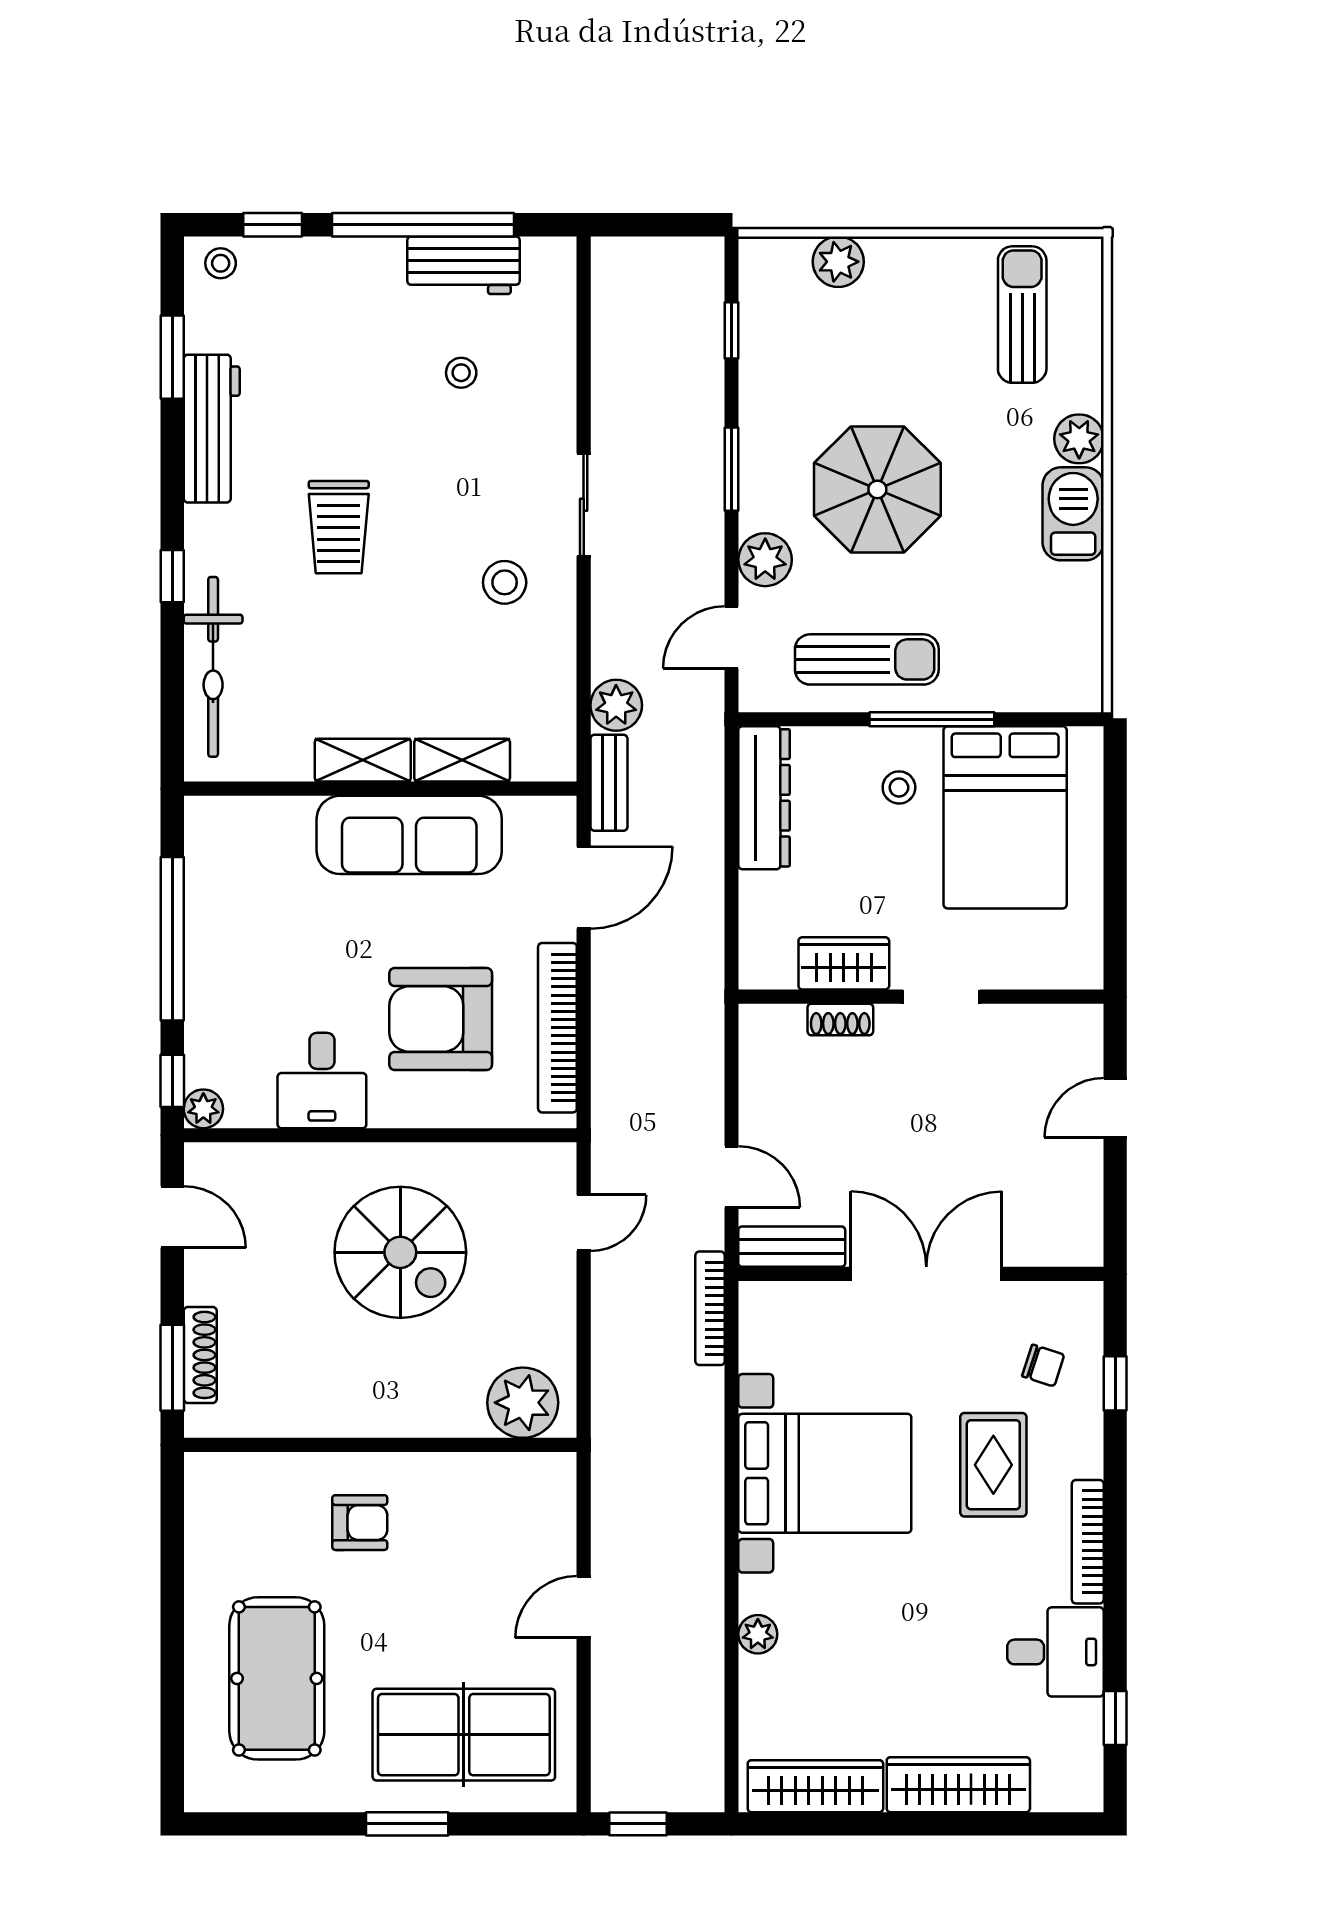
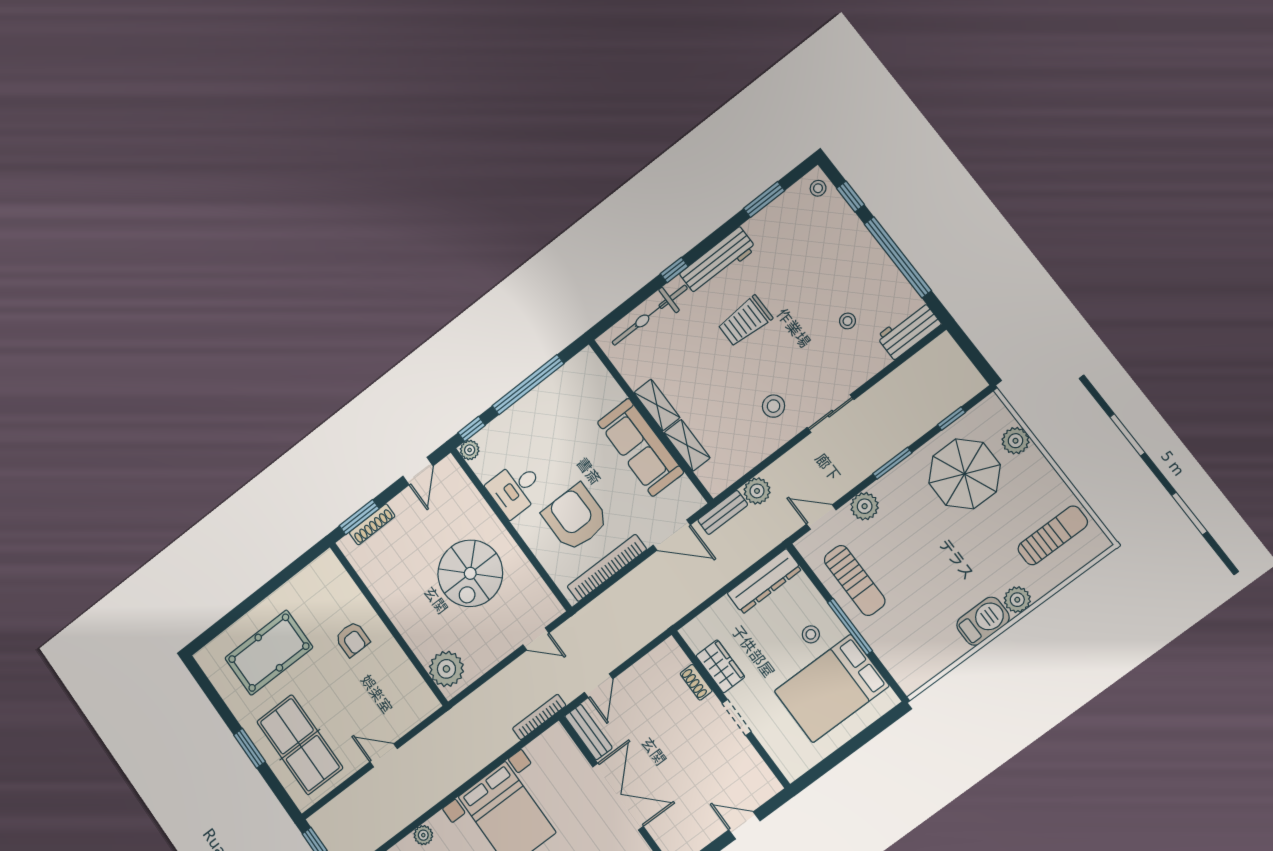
workbench: (463, 265) -> (909, 330), moved, turned 90
workbench: (212, 429) -> (718, 261), moved
parasol: (877, 489) -> (965, 474), moved

